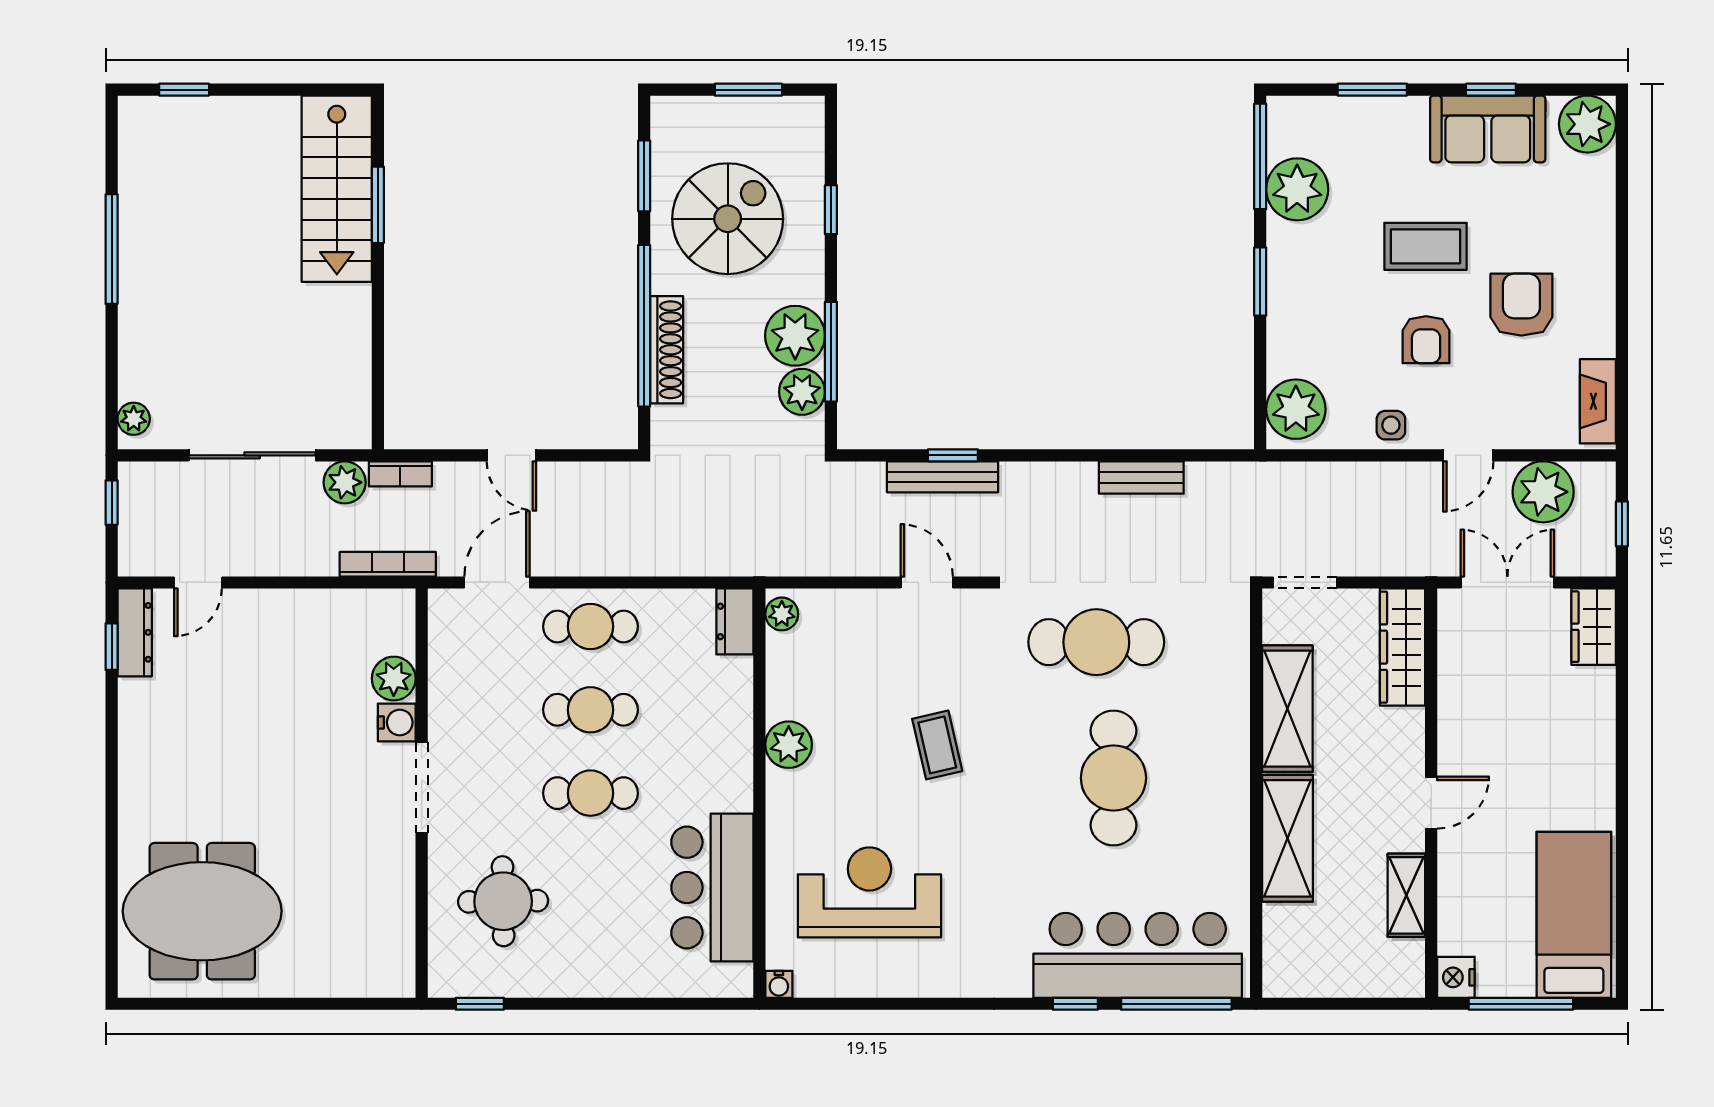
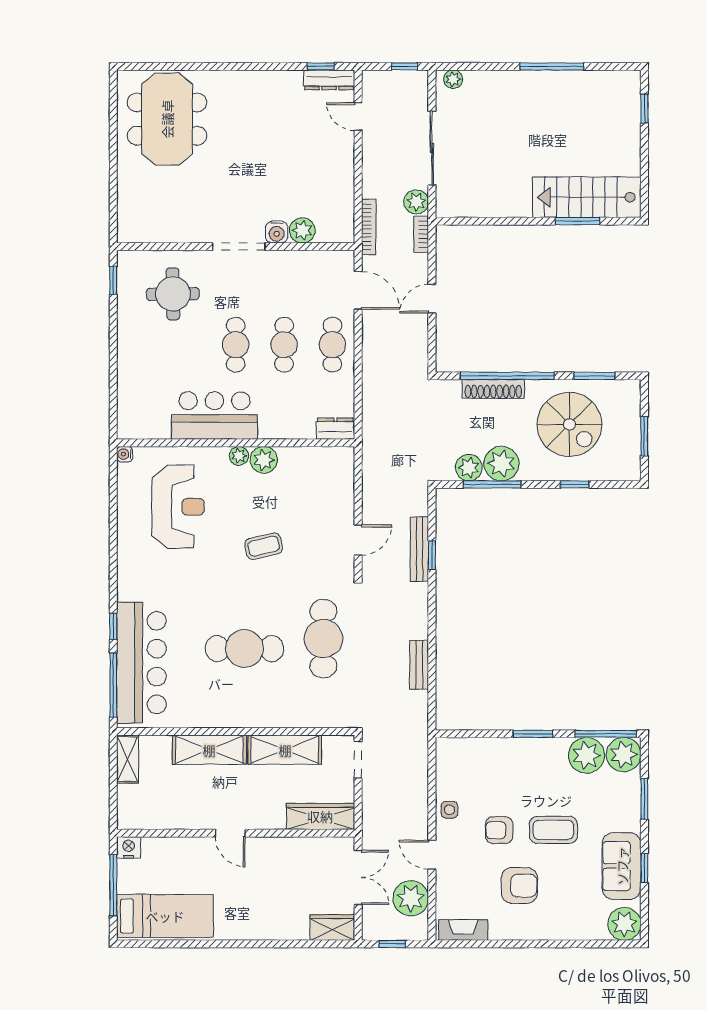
coffee table: (1425, 246) -> (553, 830), turned 90
plant: (1296, 409) -> (624, 755), moved
plant: (782, 614) -> (239, 456), moved
bar counter: (712, 888) -> (214, 416), moved
shelving: (1406, 895) -> (128, 759), moved, turned 90

